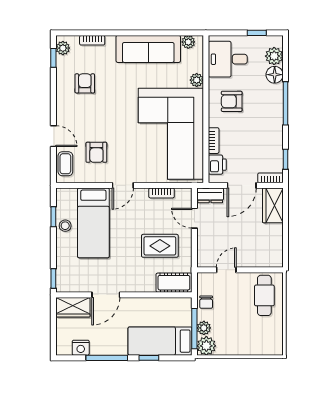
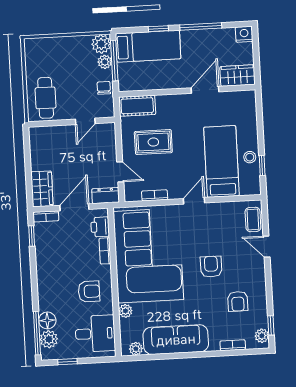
window: (286, 103) -> (37, 333), moved
armchair: (96, 152) -> (211, 267), moved
window: (53, 278) -> (259, 103), removed
nightstand: (81, 348) -> (244, 34), moved

